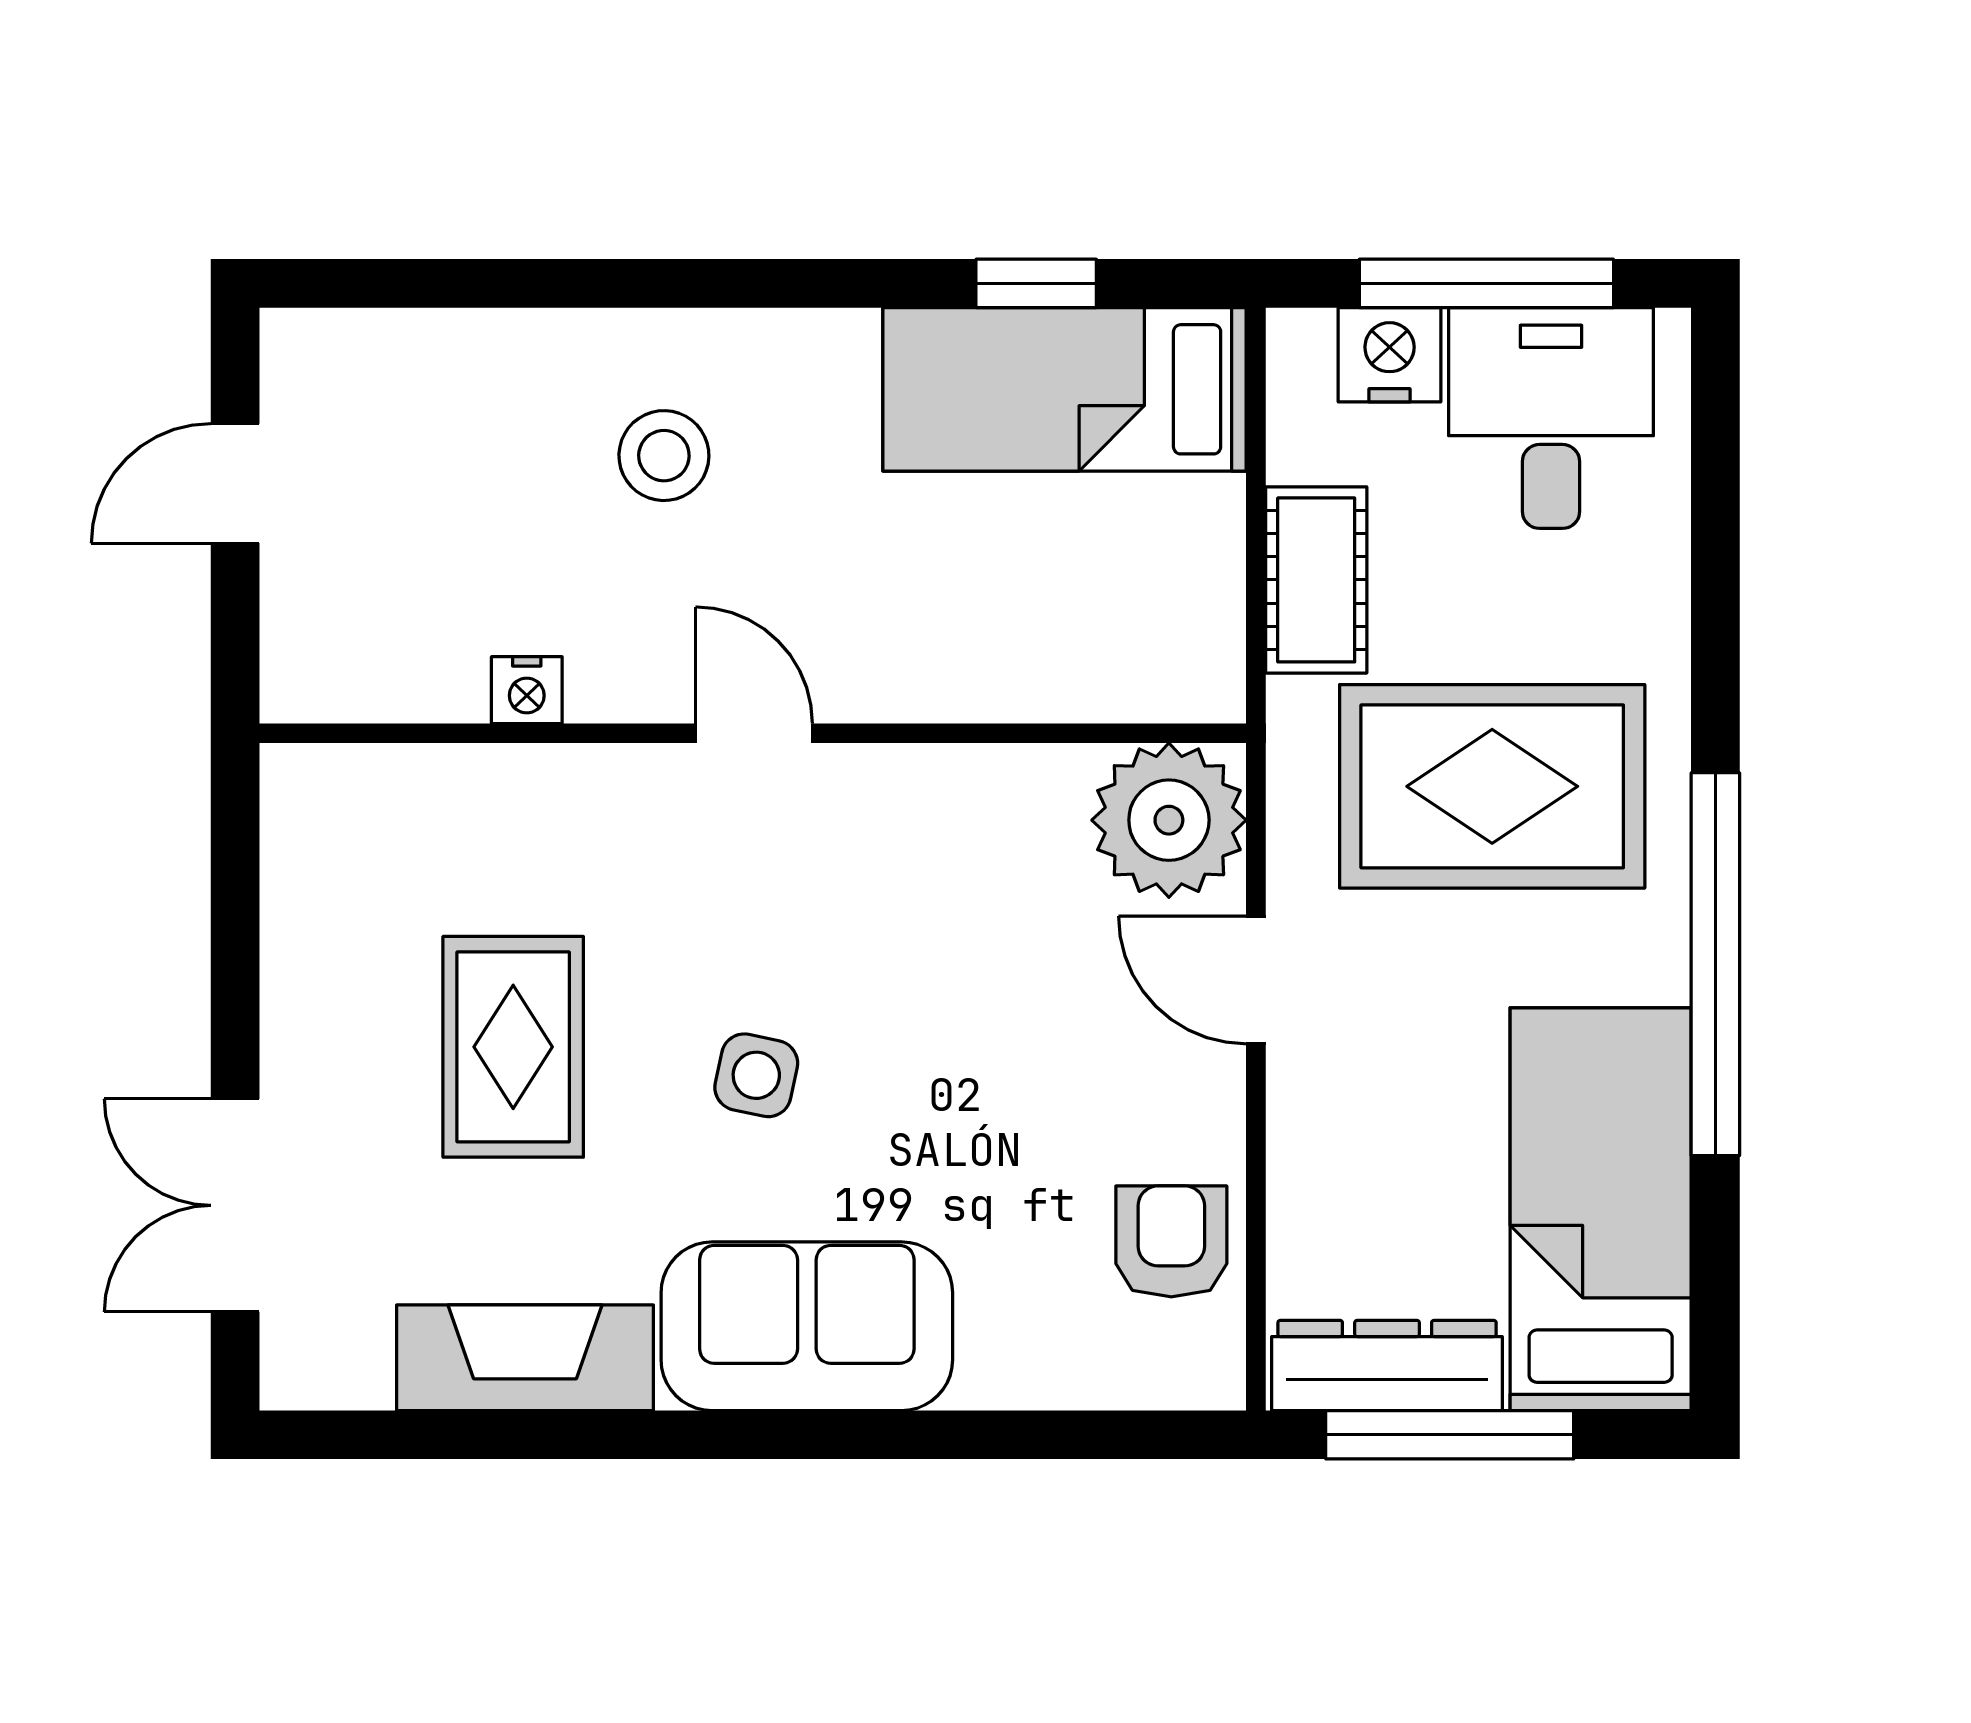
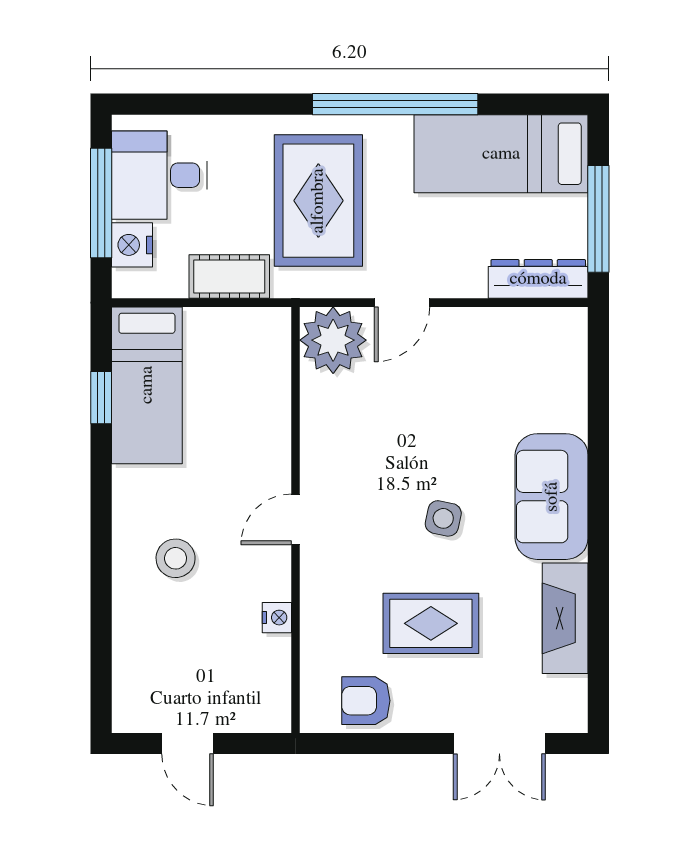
armchair: (1171, 1241) -> (366, 701), moved
dresser: (1387, 1365) -> (538, 279), moved, turned 90

